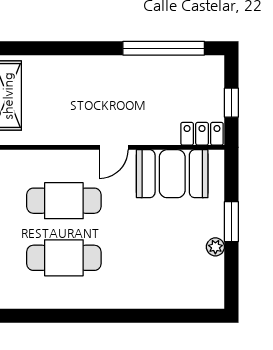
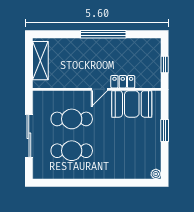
window: (164, 48) -> (103, 34), moved
locker: (202, 134) -> (123, 82), moved
plant: (215, 247) -> (156, 174), moved

